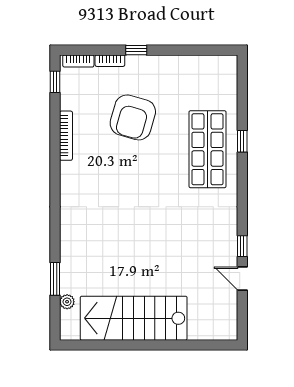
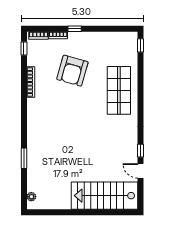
window: (242, 141) -> (141, 45), moved
window: (55, 279) -> (24, 158), moved
plant: (67, 302) -> (31, 197), moved
stairs: (134, 318) -> (105, 196), moved

